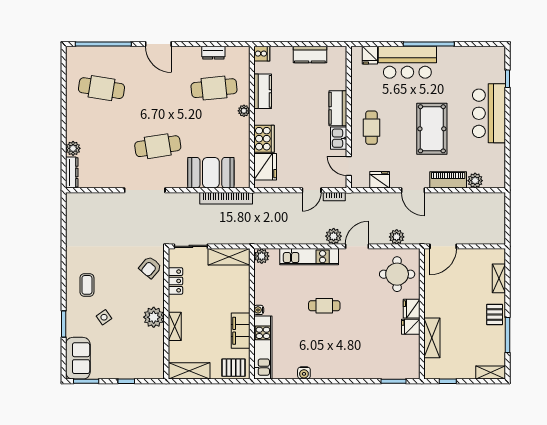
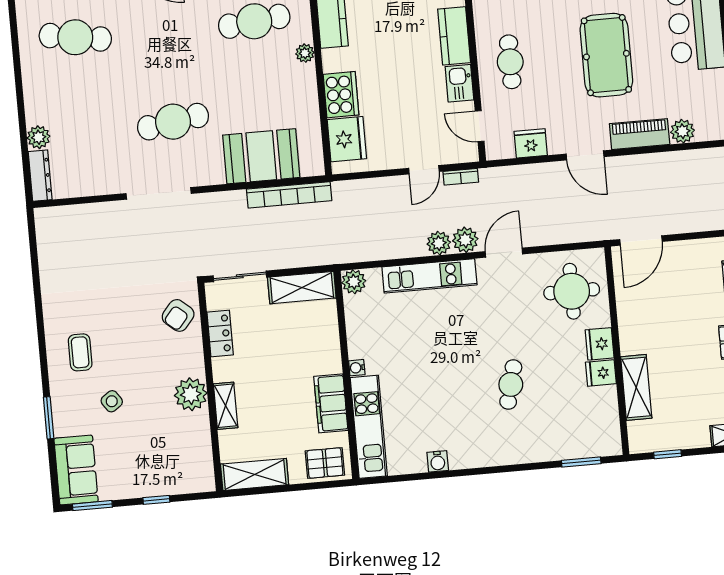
plant: (397, 237) -> (439, 243), moved
cafe table: (324, 306) -> (511, 384), moved, turned -76

